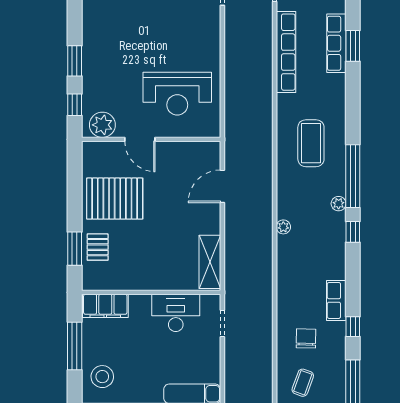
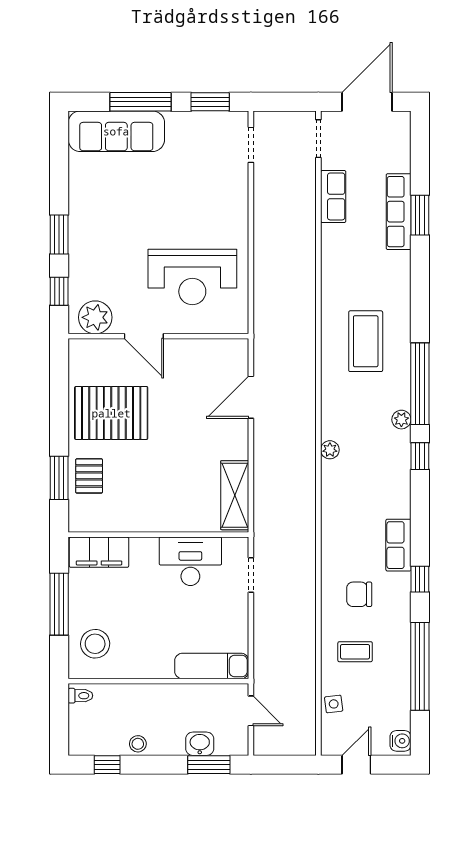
row of seats: (286, 52) -> (333, 196), width x0.50
chair: (306, 338) -> (359, 594), turned -91
coffee table: (303, 383) -> (355, 652), turned 70

